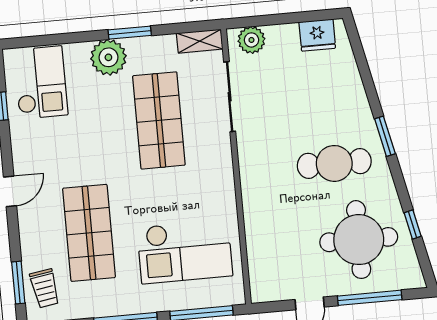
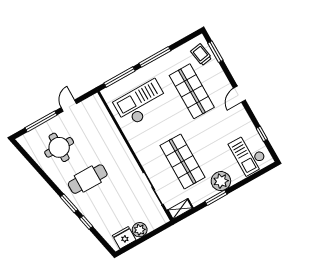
plant: (251, 40) -> (140, 230), moved
window: (413, 224) -> (86, 222), moved
round table: (359, 240) -> (59, 147), width x0.73, depth x0.73

